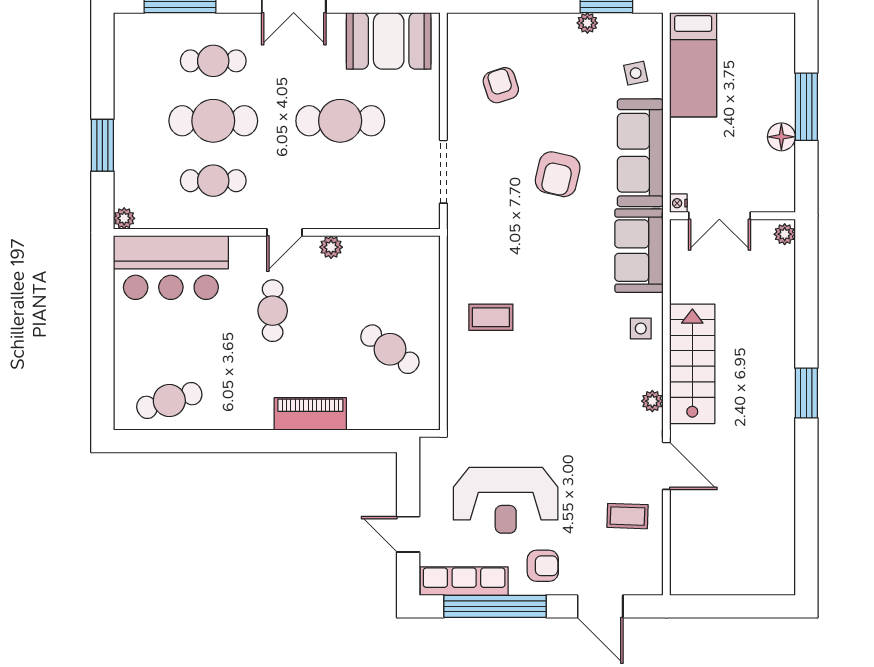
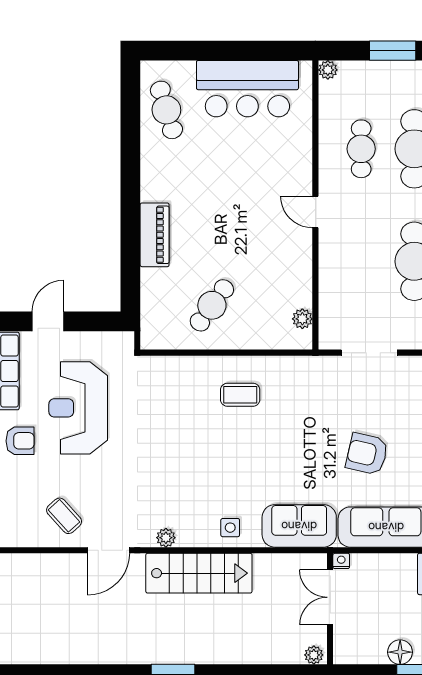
plant: (331, 247) -> (302, 319), moved
bar counter: (171, 268) -> (247, 89), moved, turned -90
cafe table: (273, 311) -> (246, 201), removed
coffee table: (491, 317) -> (240, 395), turned 90
coffee table: (628, 516) -> (64, 516), turned -44
armchair: (543, 566) -> (20, 441), turned -90

